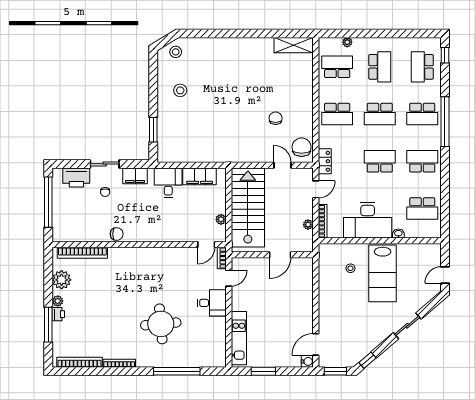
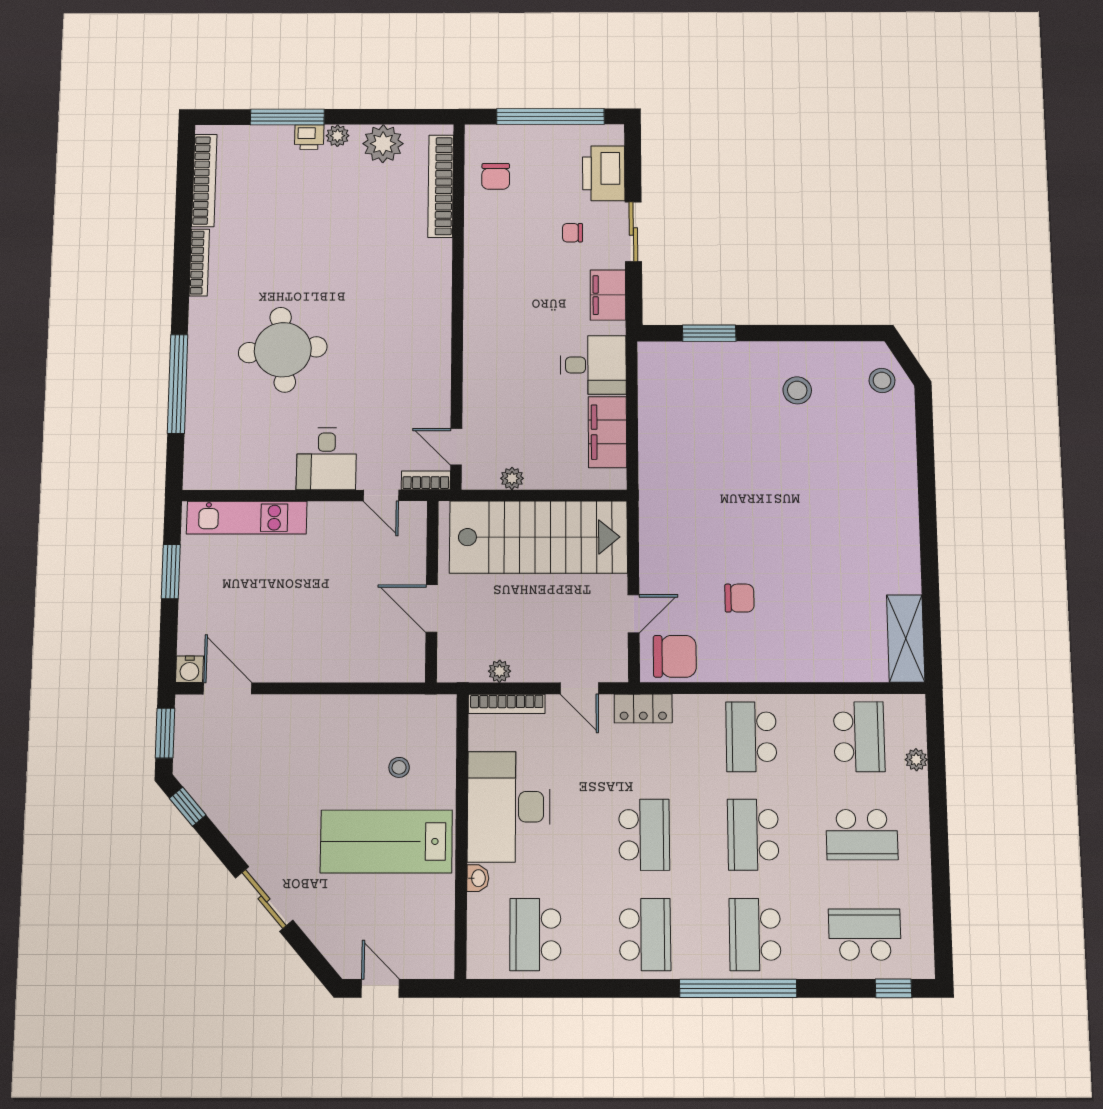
chair: (117, 234) -> (496, 176), moved

